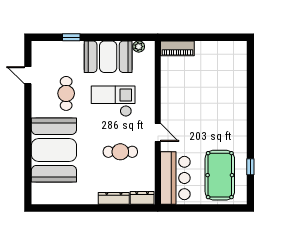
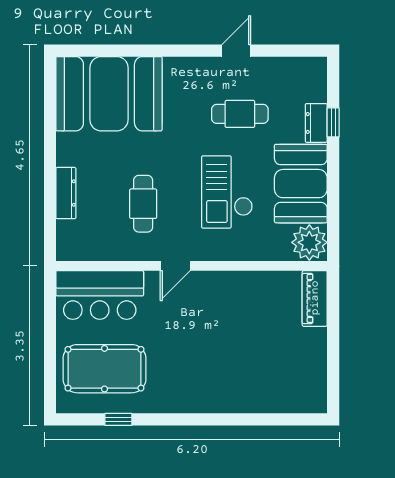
plant: (139, 47) -> (309, 242), width x1.88, depth x1.88
door: (28, 75) -> (236, 51), moved
checkout: (113, 101) -> (227, 192), turned 180
booth: (54, 150) -> (109, 94), moved
dresser: (142, 198) -> (316, 123), moved, turned 180

